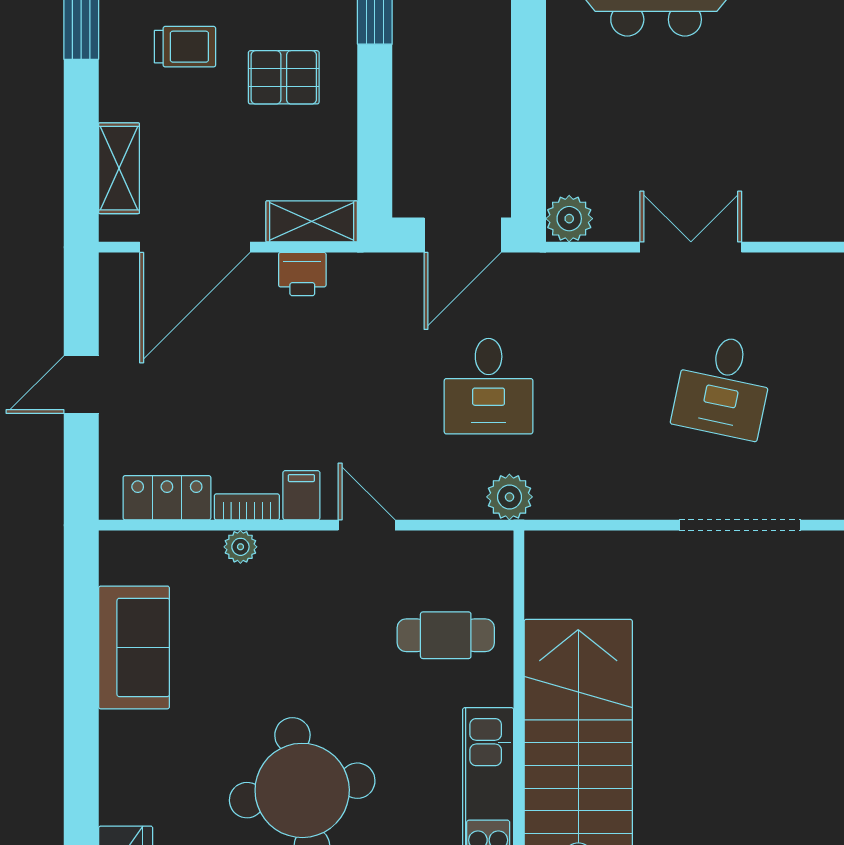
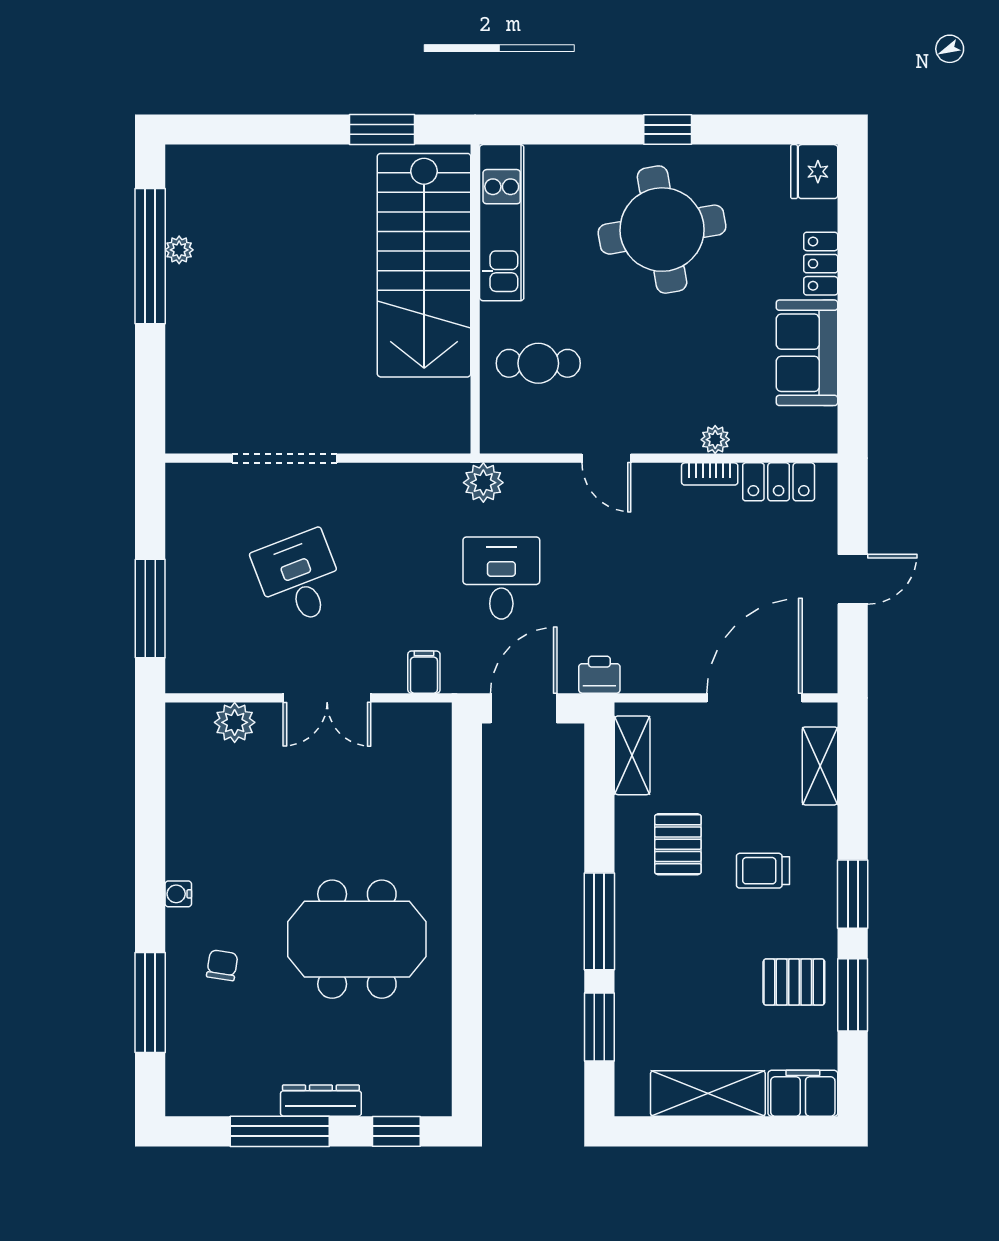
pallet: (284, 77) -> (678, 844), turned 90
plant: (569, 219) -> (235, 722), moved
shelving: (312, 221) -> (632, 755), moved, turned 90
printer: (302, 274) -> (599, 675), moved
desk: (723, 386) -> (299, 578), turned -33
filing cabinet: (301, 495) -> (424, 672), moved, turned 180
locker: (118, 751) -> (821, 264), added

